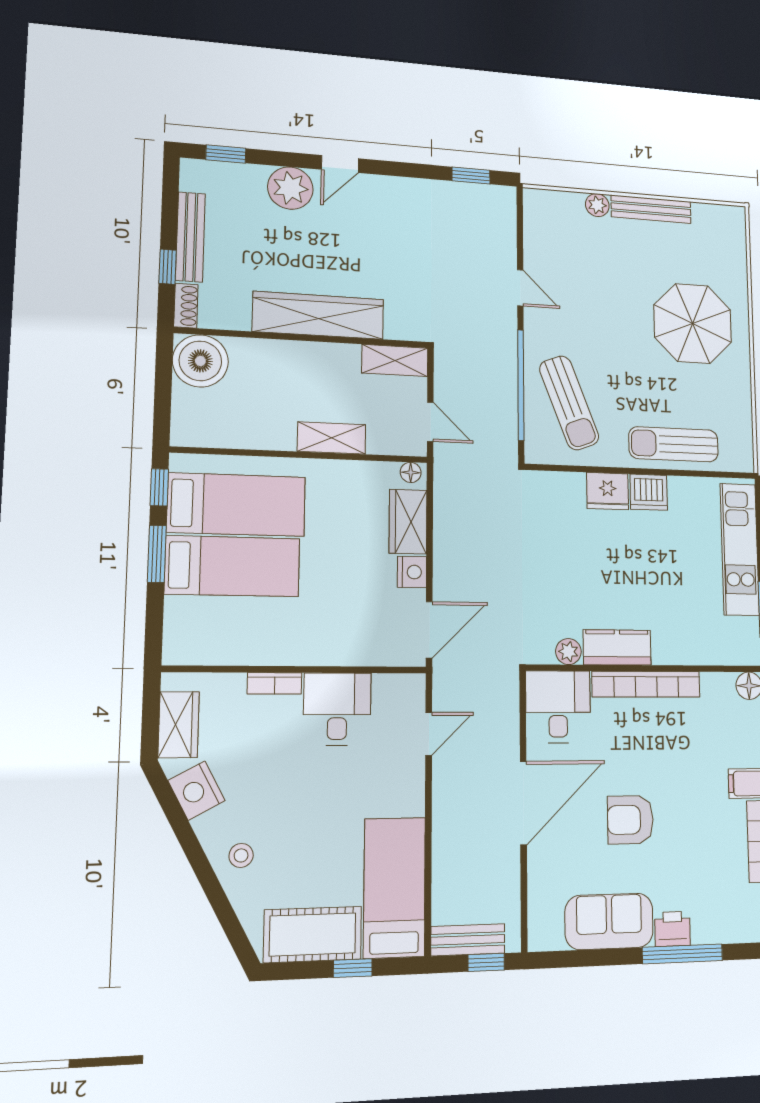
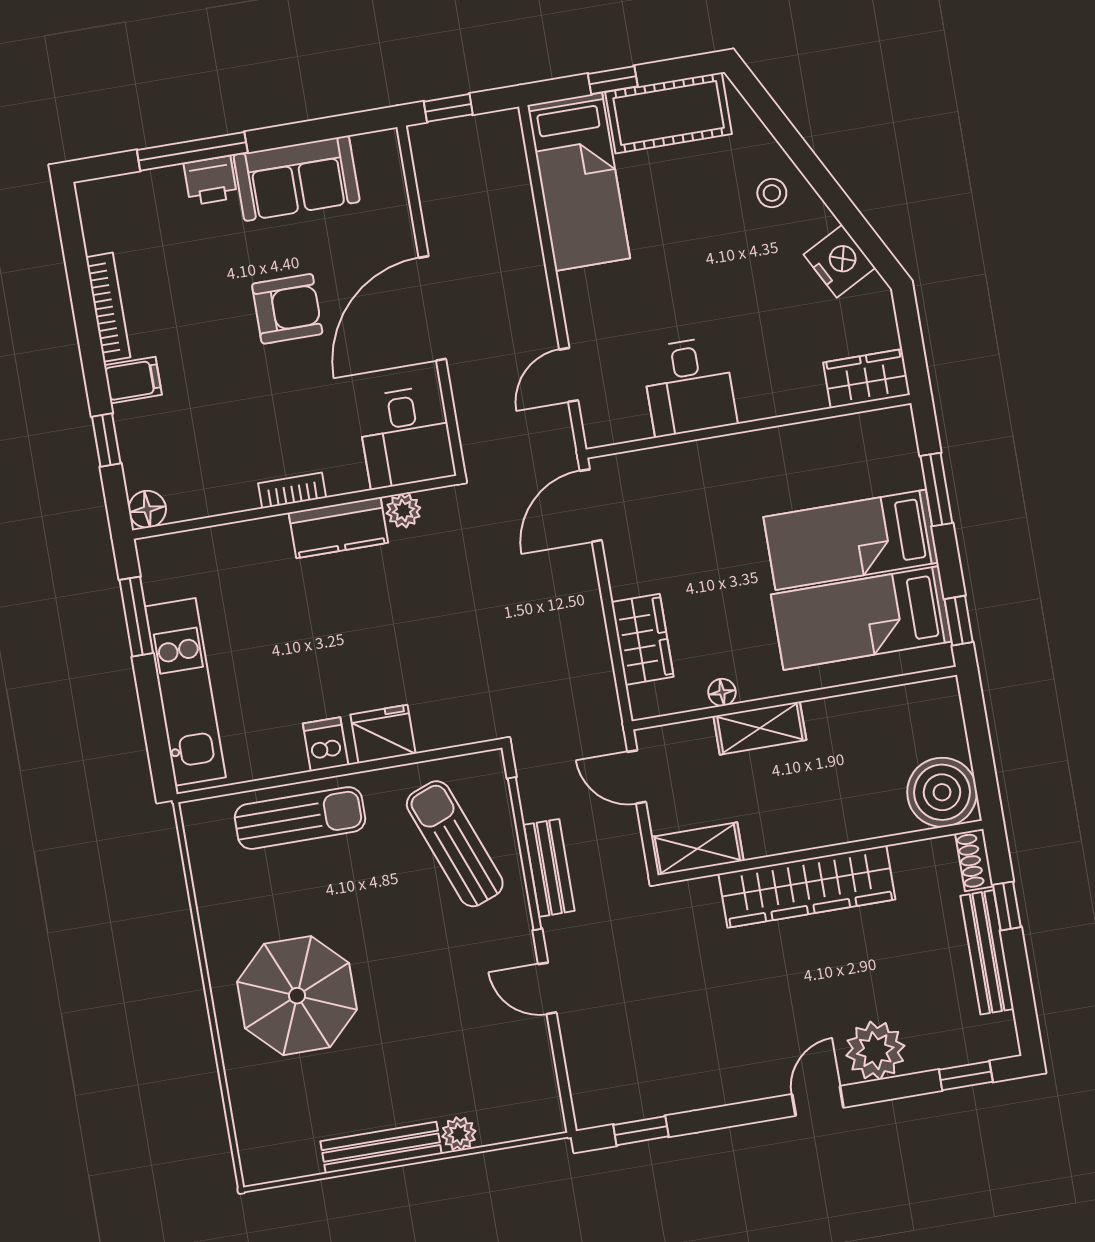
floor lamp: (411, 472) -> (722, 692), moved
dishwasher: (649, 492) -> (326, 744), width x0.73
window: (157, 554) -> (936, 489), moved
nightstand: (412, 572) -> (626, 575), removed
bookcase: (275, 683) -> (772, 405), removed
bookcase: (646, 684) -> (292, 490), width x0.43, depth x0.76
wardrobe: (179, 725) -> (867, 379), moved, turned 90
bench: (468, 940) -> (549, 868), moved, turned 90

